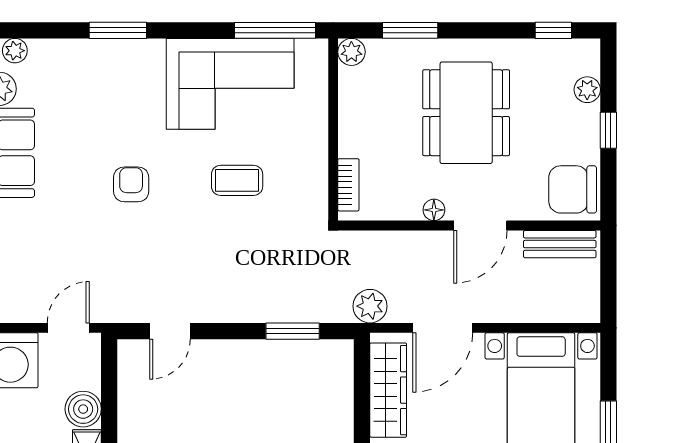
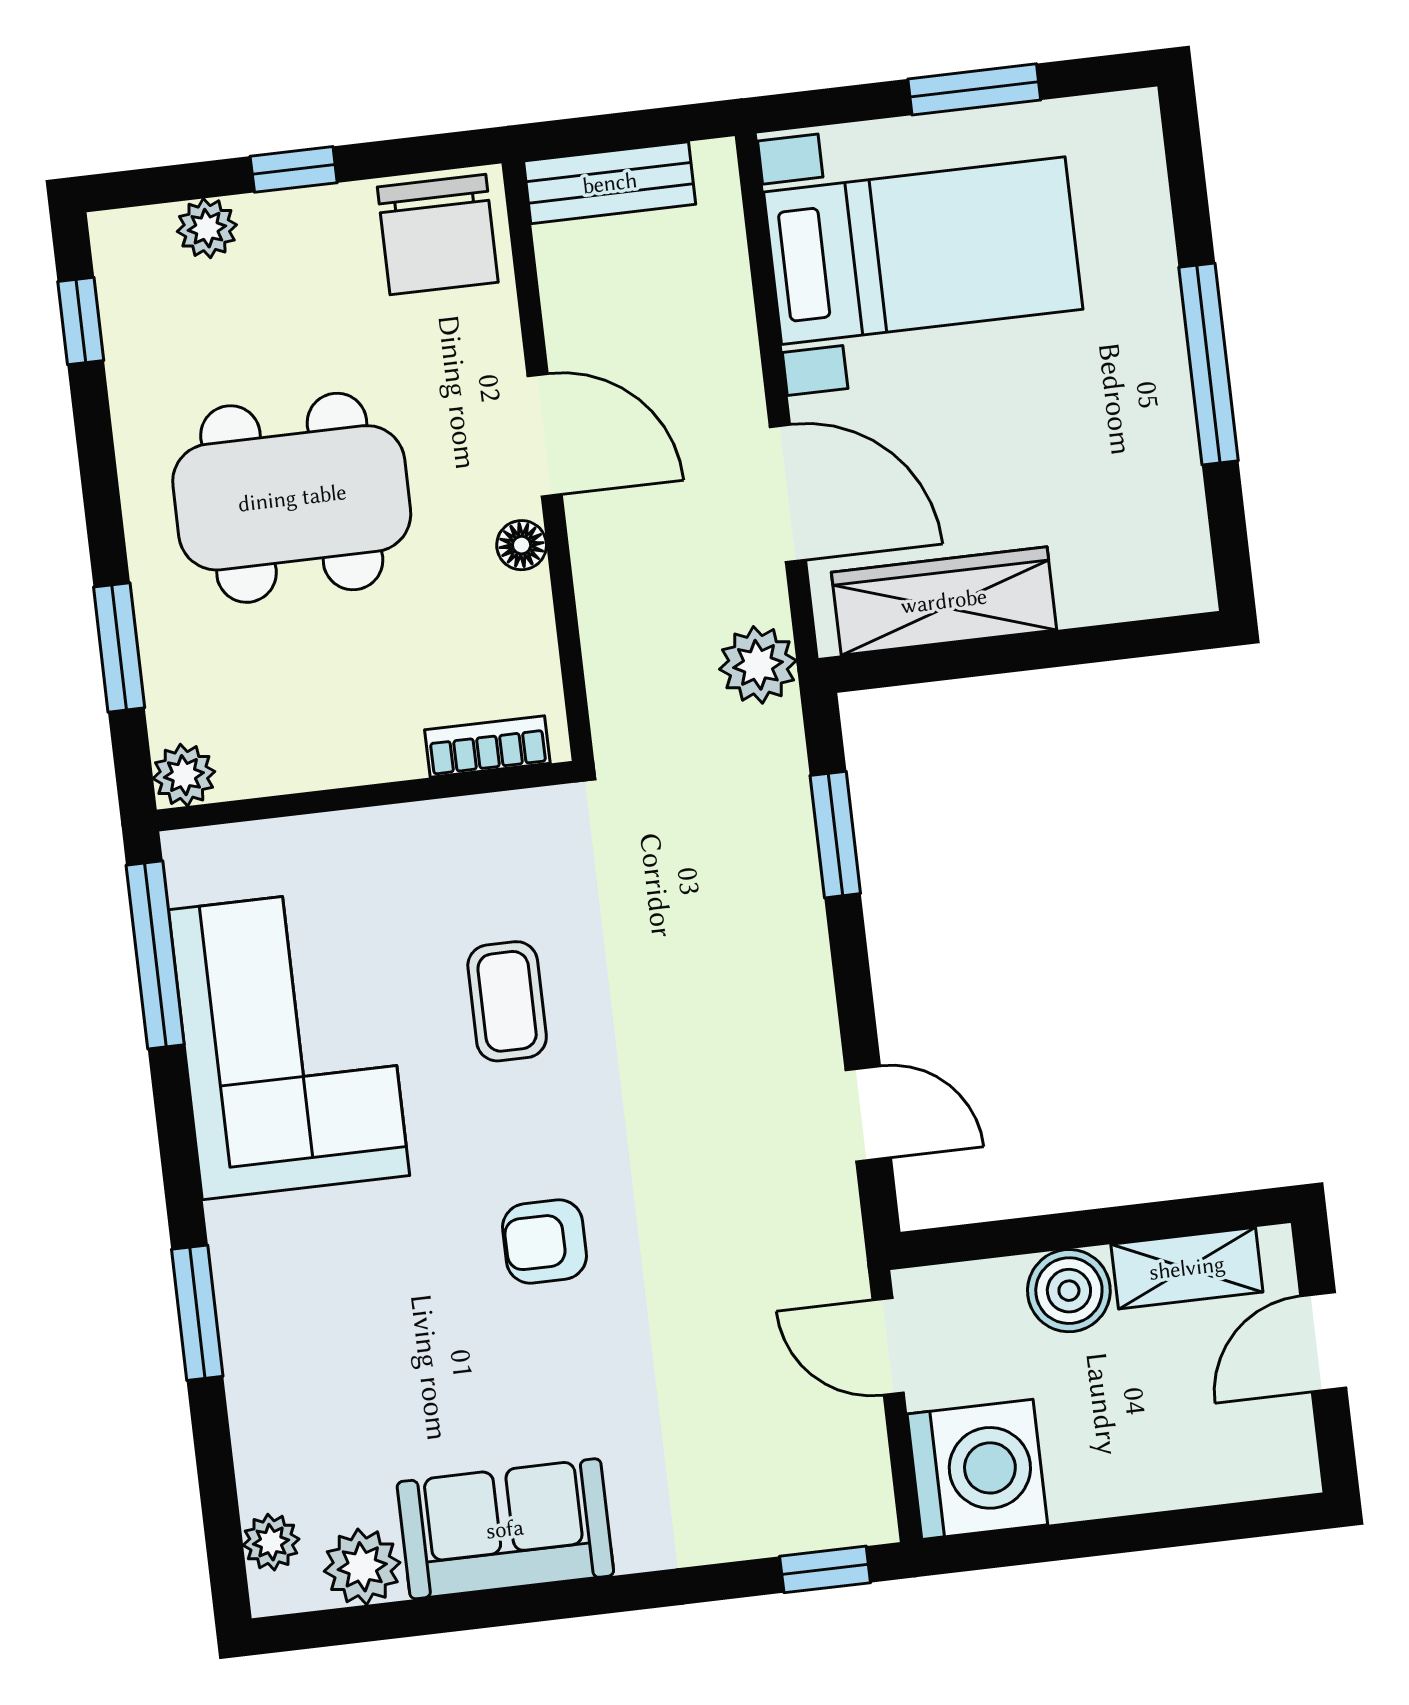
bench: (560, 244) -> (610, 183), moved, turned 90

